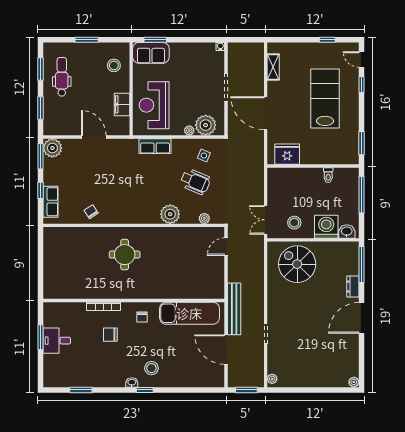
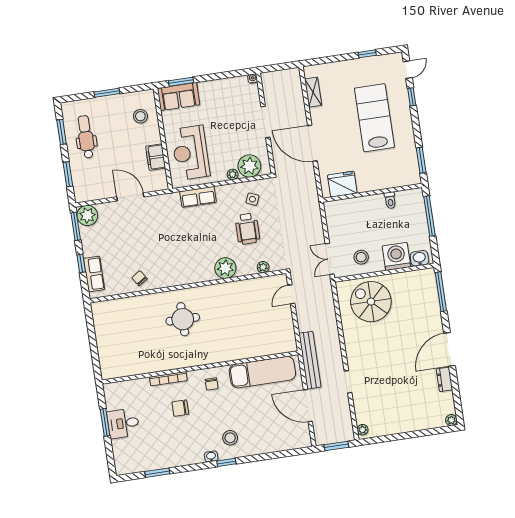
door: (362, 59) -> (408, 70), swing flipped
wheelchair: (195, 182) -> (247, 229), turned 67
dresser: (353, 287) -> (444, 379), moved

